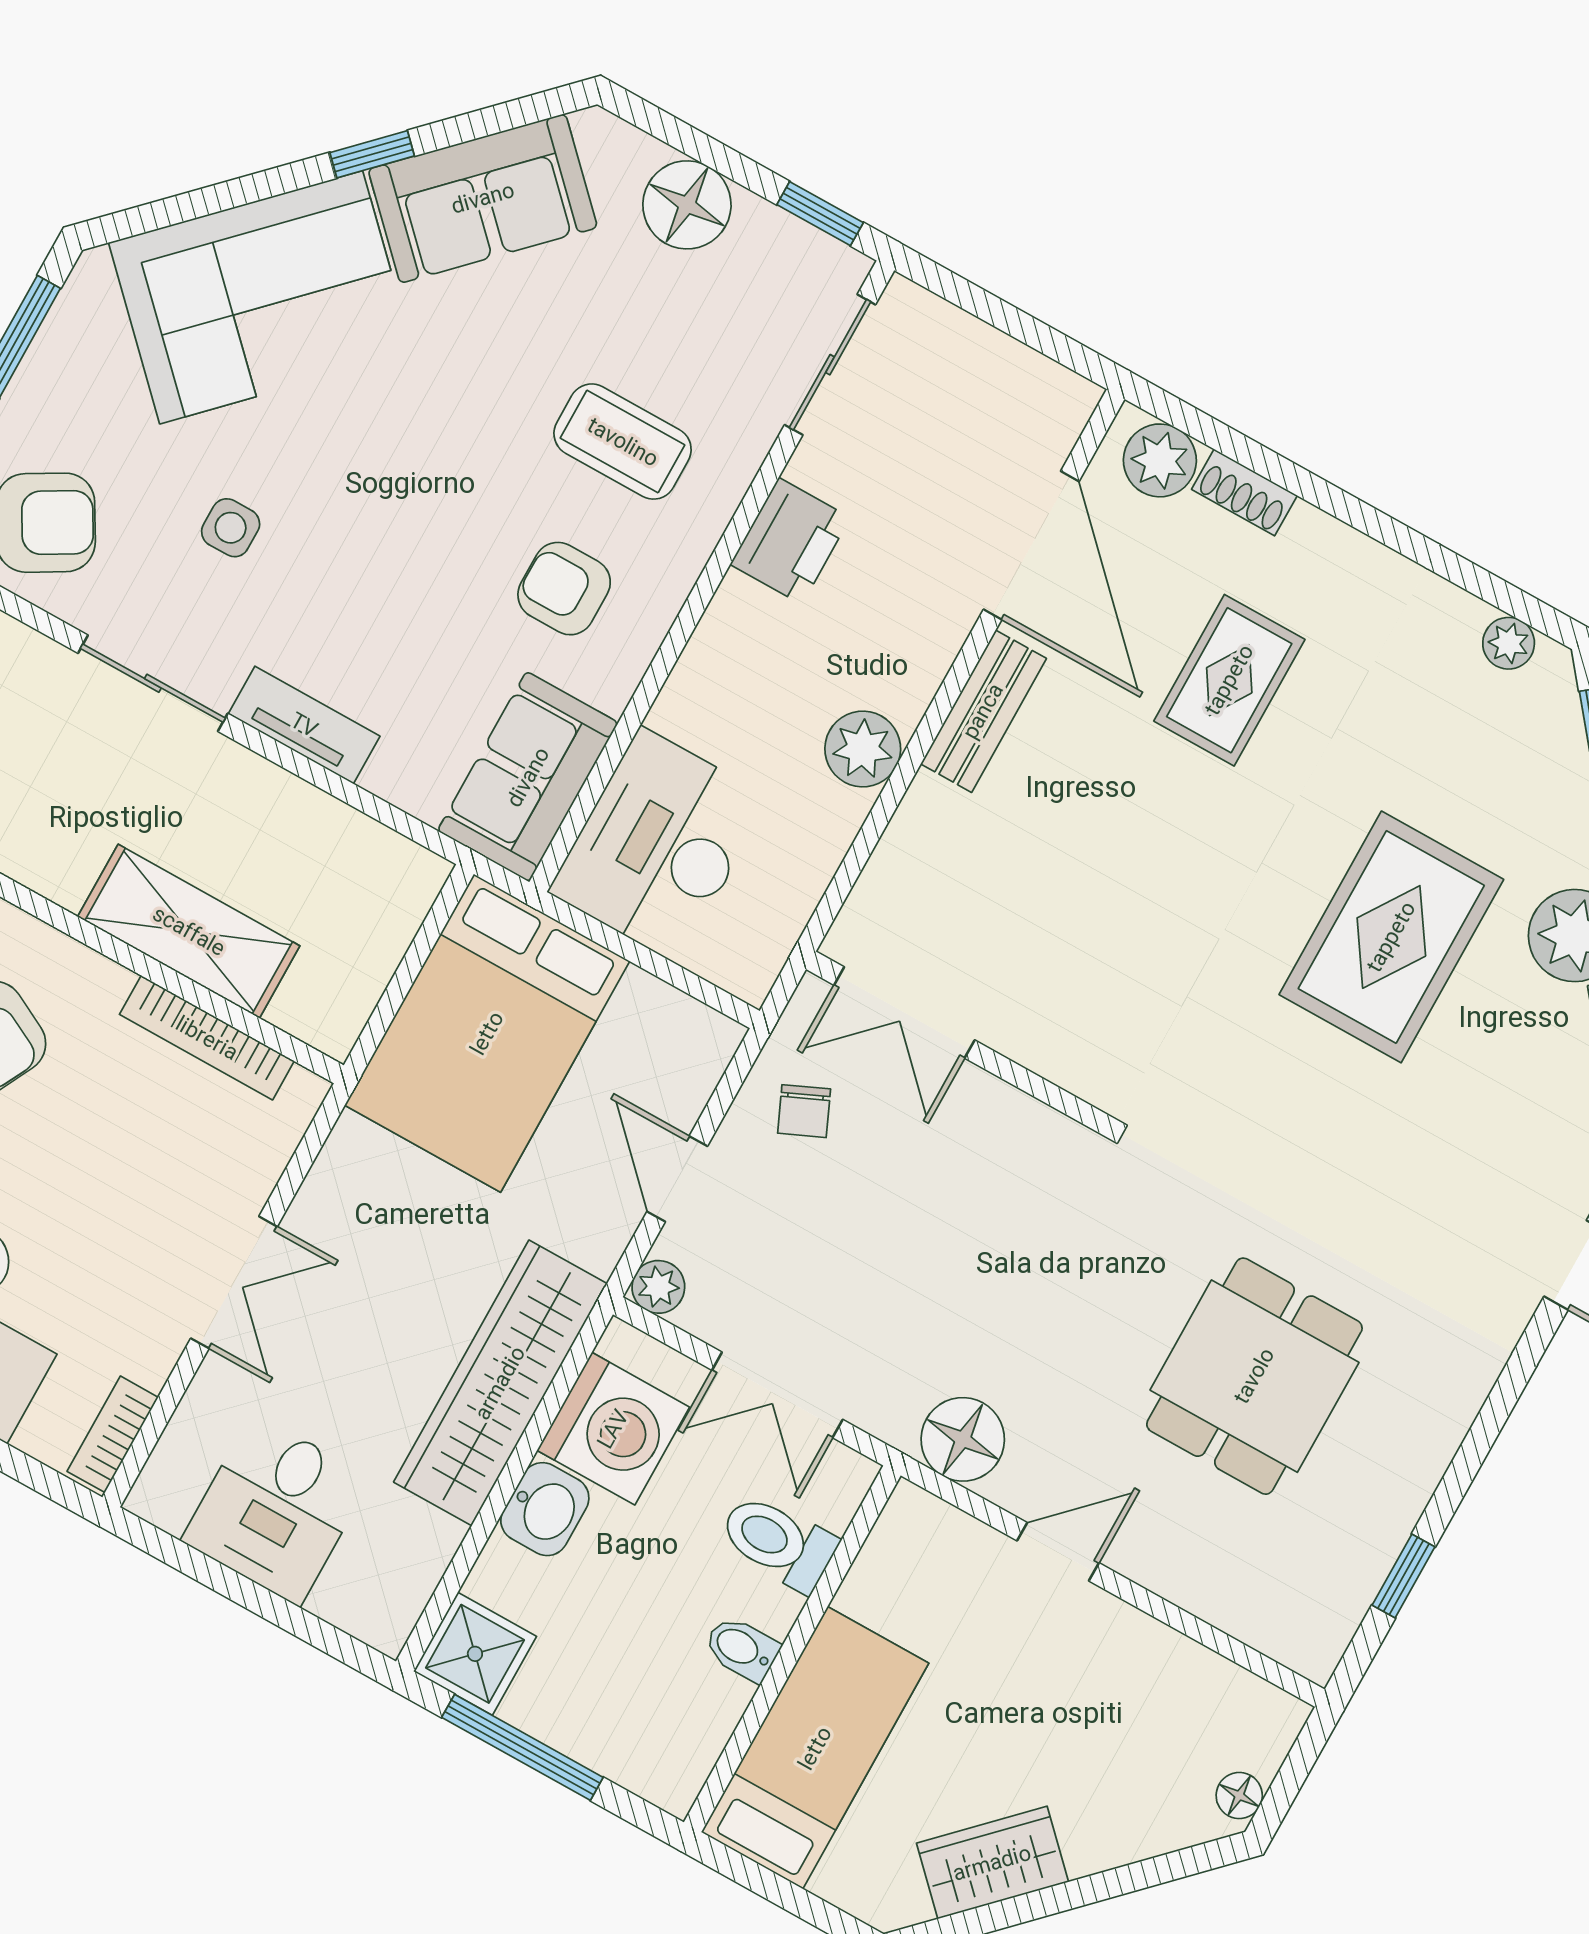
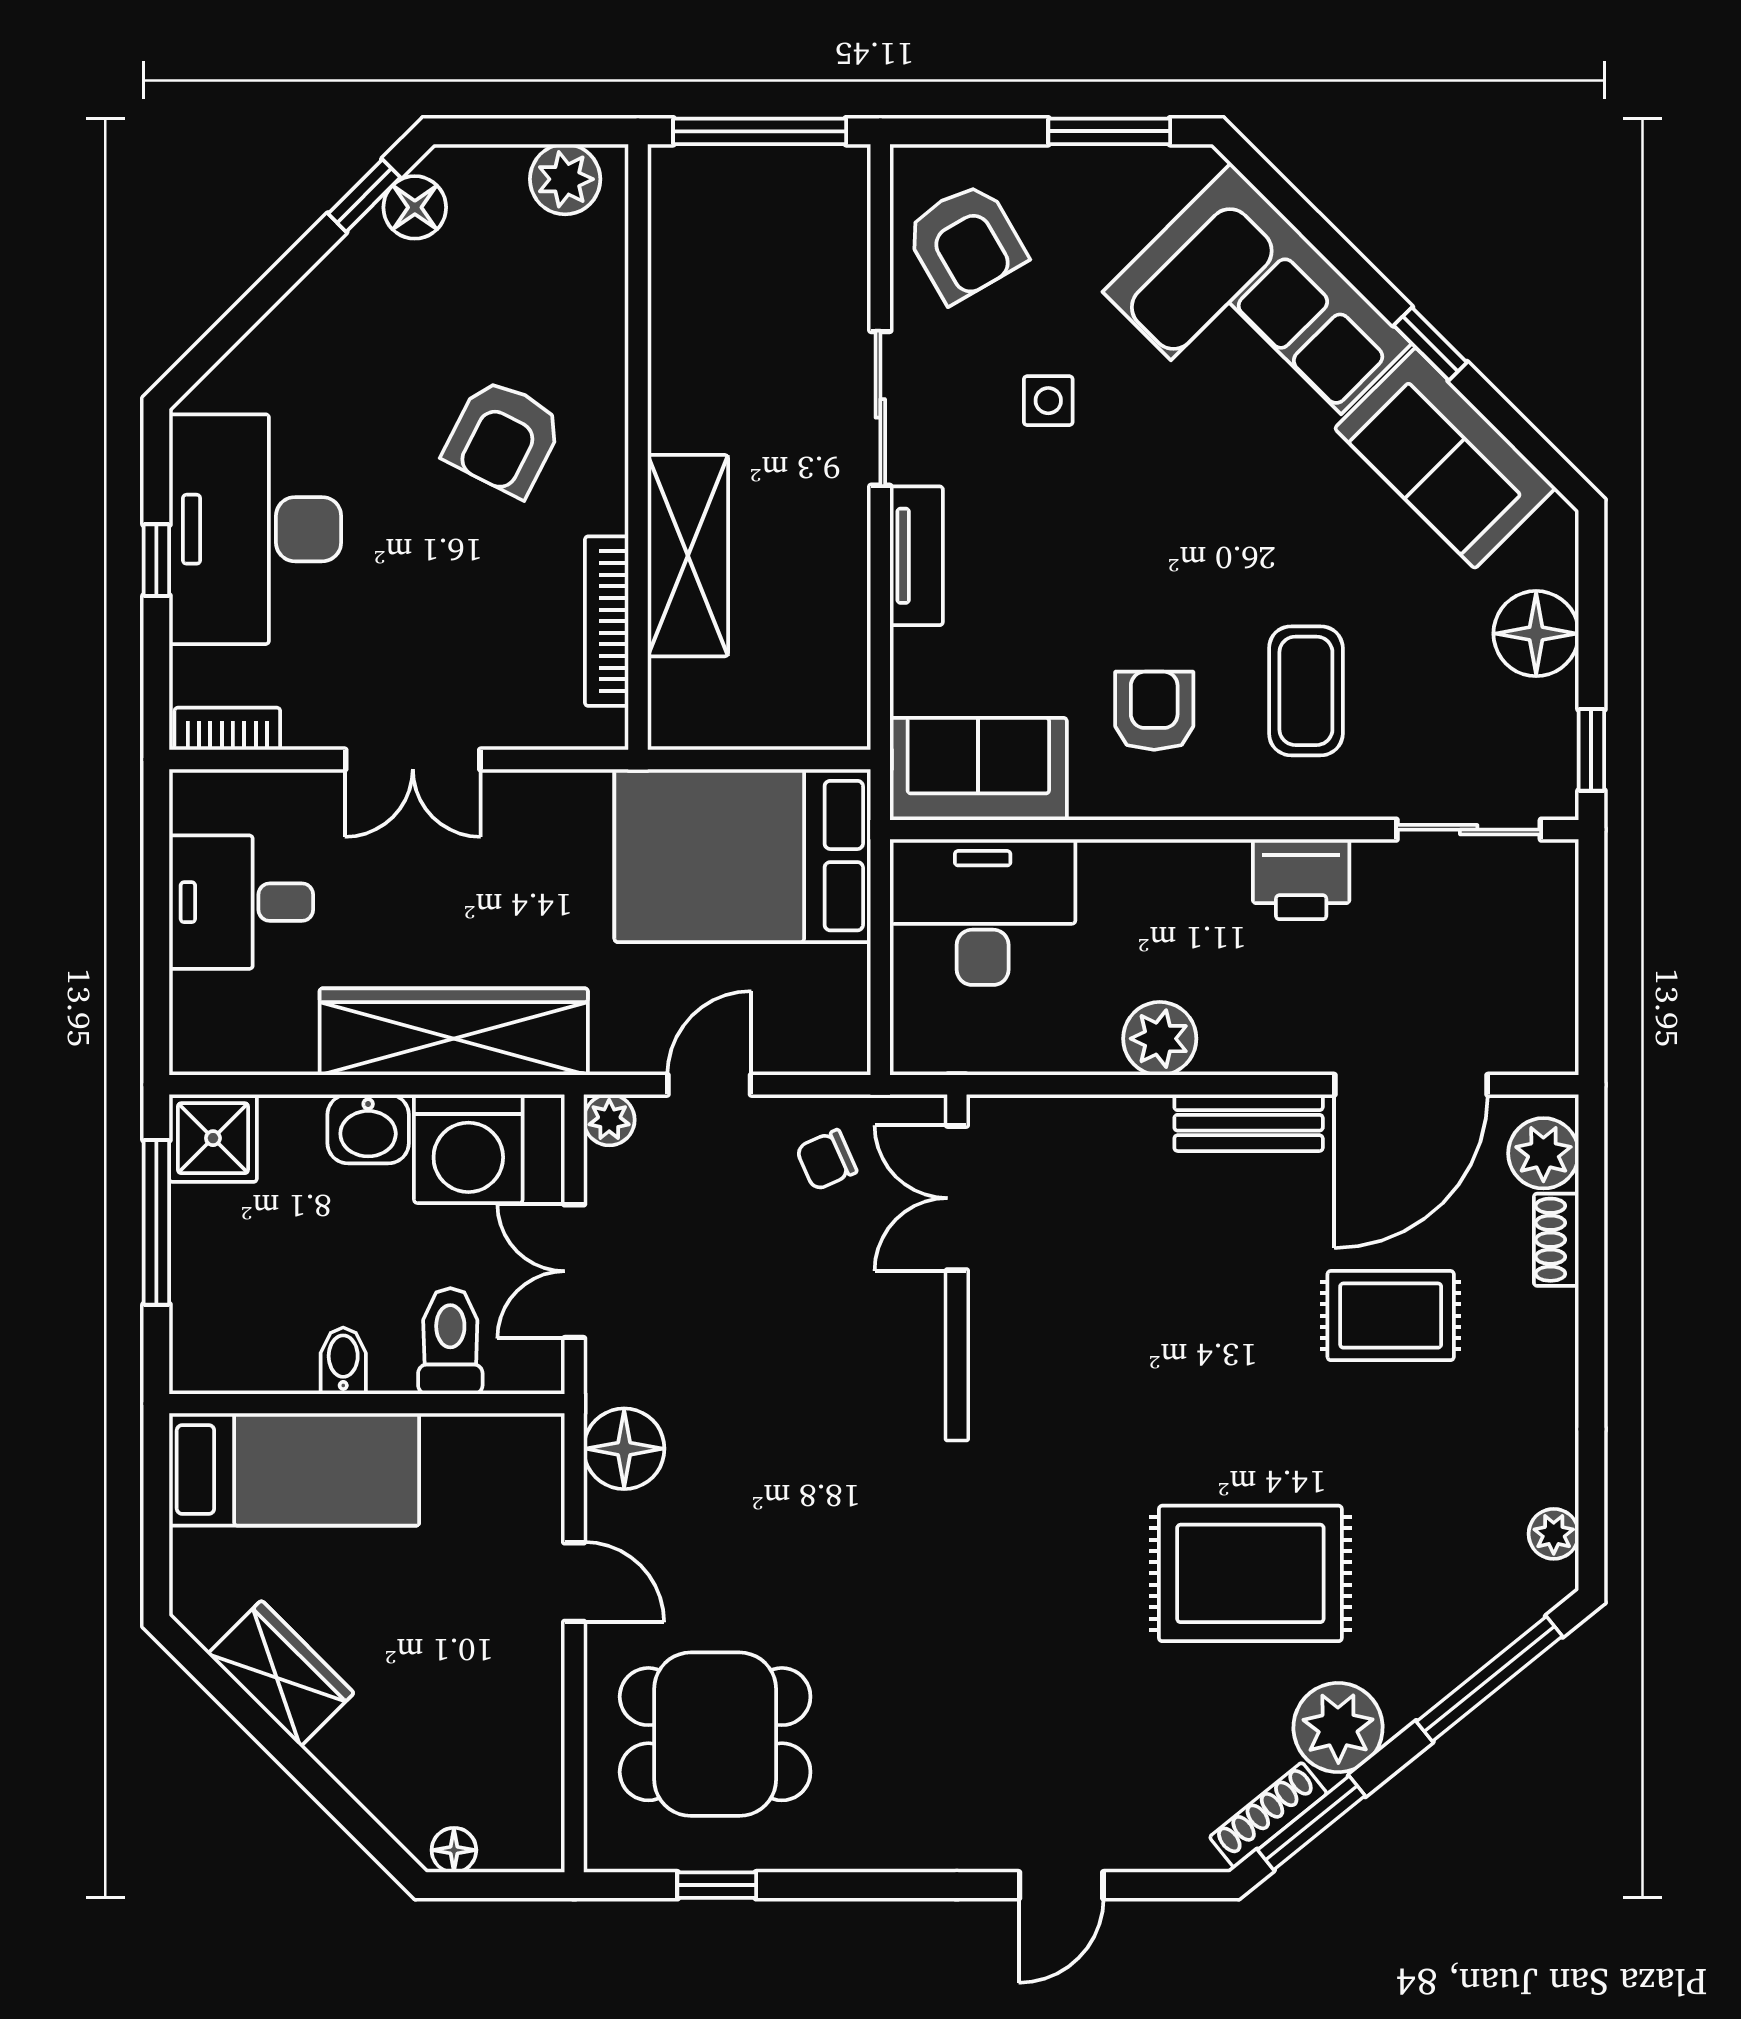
dining table: (1254, 1376) -> (715, 1734), moved

